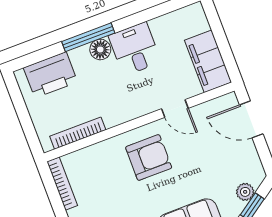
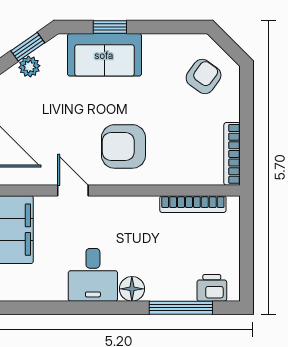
window: (88, 37) -> (181, 308), moved
printer: (51, 75) -> (212, 288), width x0.53, depth x0.68

